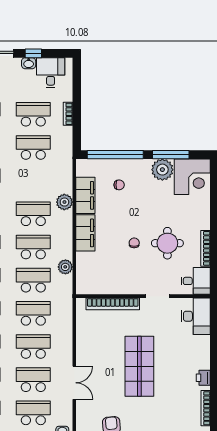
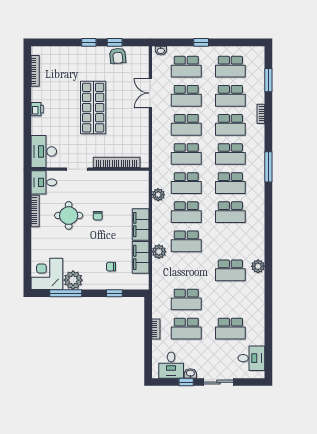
window: (115, 155) -> (114, 293), width x0.32
printer: (203, 378) -> (37, 109), moved

